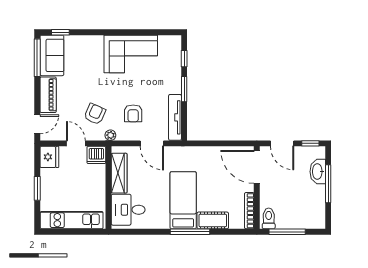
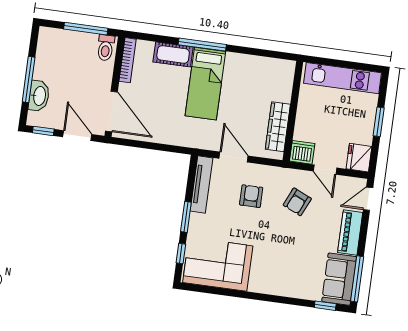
corner sofa: (131, 54) -> (218, 264), moved
plant: (110, 135) -> (282, 174), removed
desk: (128, 210) -> (273, 81), removed

